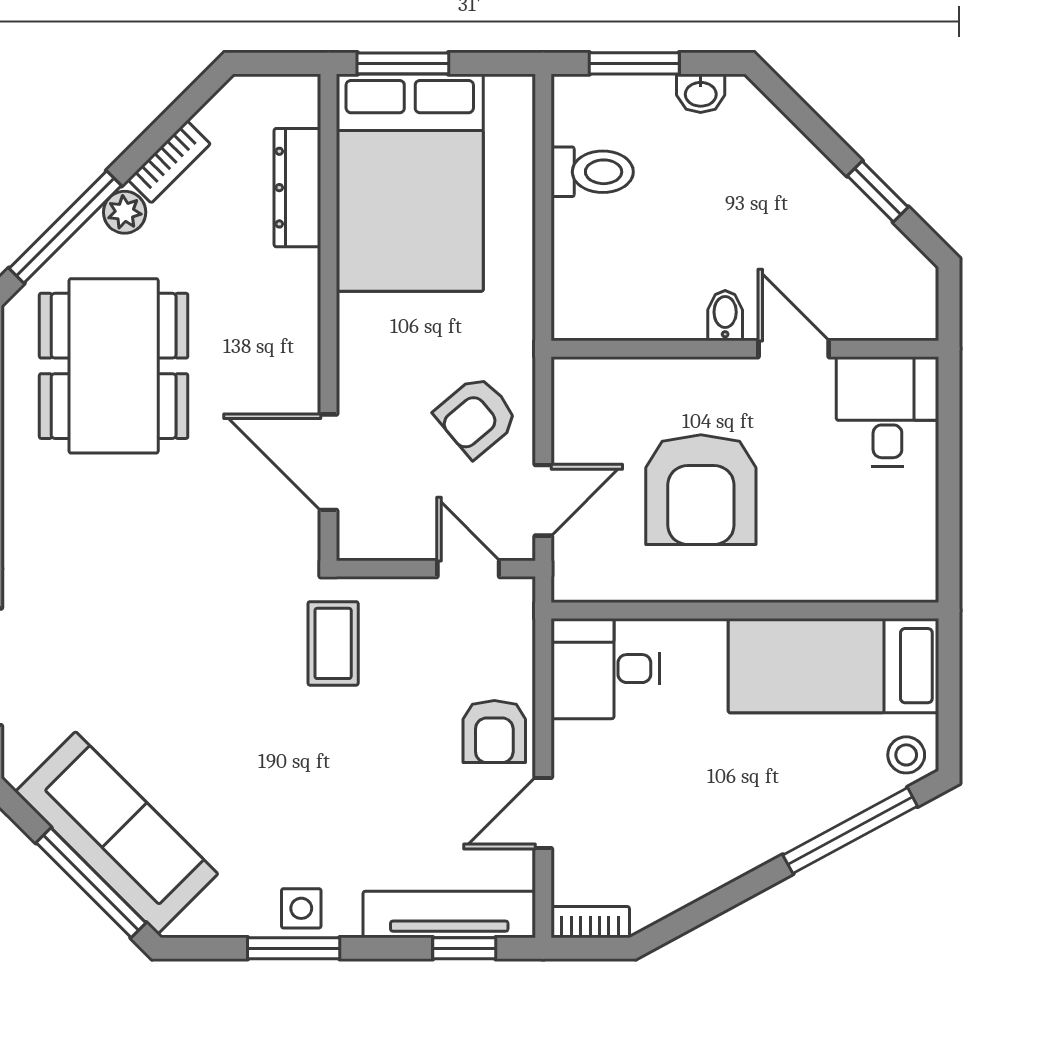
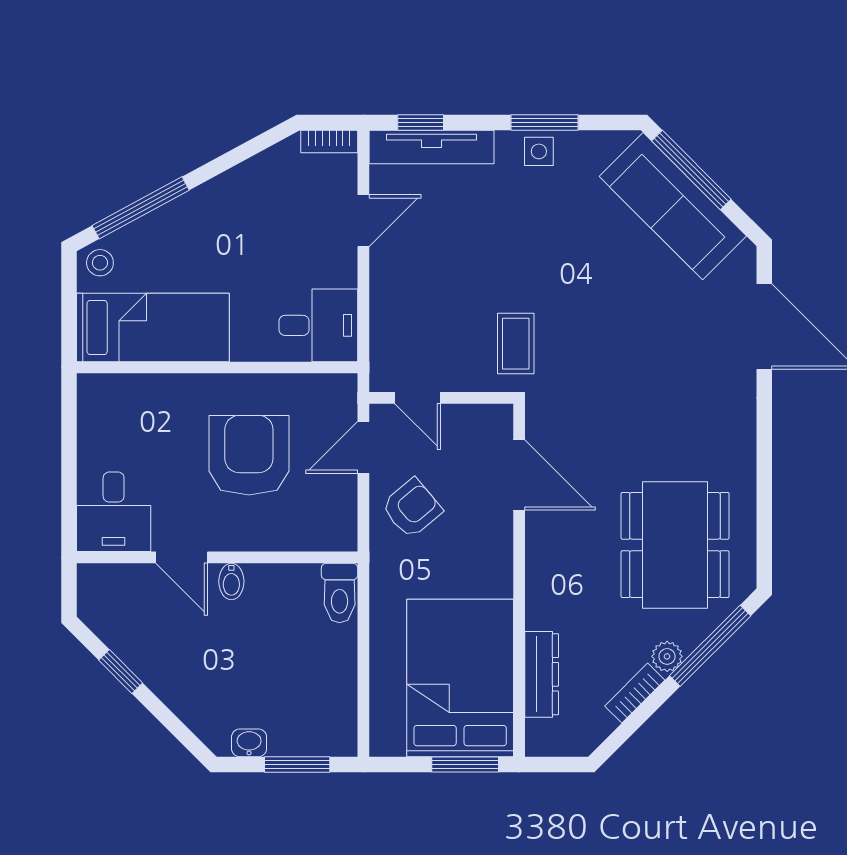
toilet: (592, 172) -> (340, 593), moved, turned -90
armchair: (494, 732) -> (399, 280), removed

